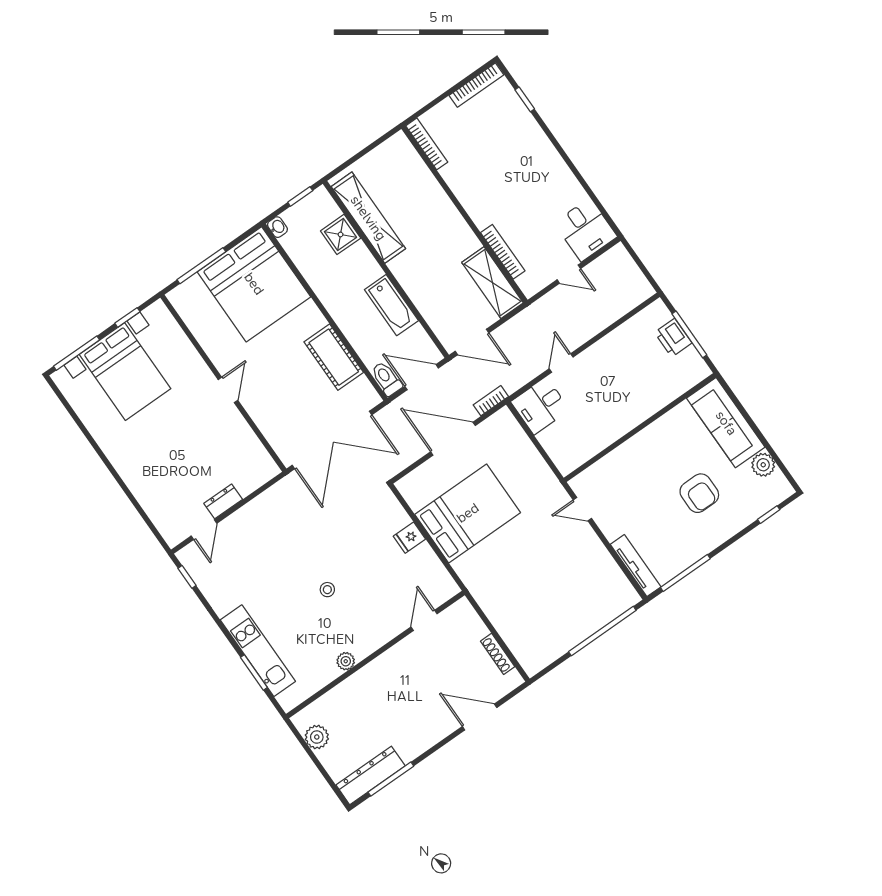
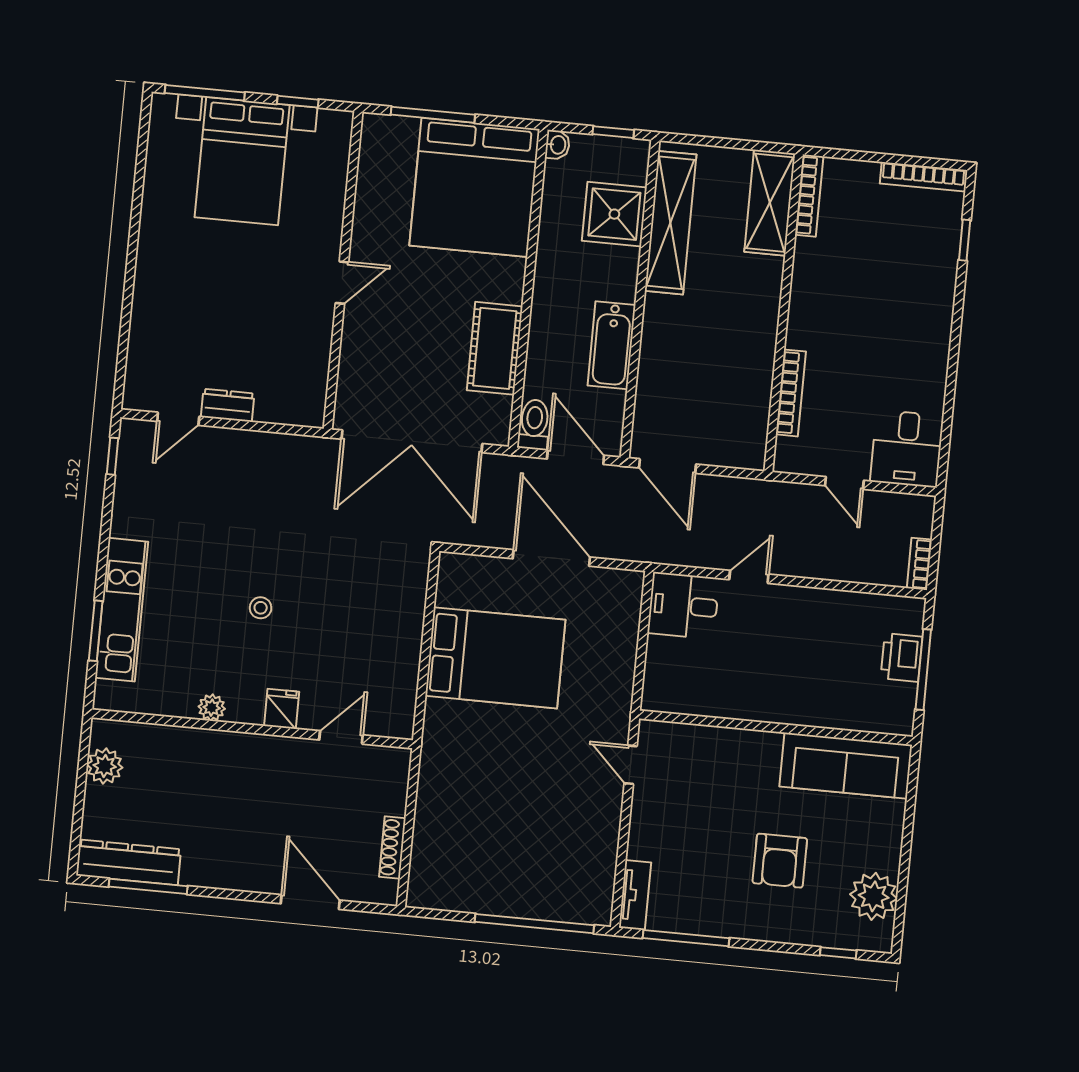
shower: (341, 234) -> (614, 214), width x1.36, depth x1.36
shelving: (493, 283) -> (770, 203), moved
bookcase: (491, 401) -> (919, 564), moved, turned -90
sofa: (726, 423) -> (846, 766), moved, turned -90
plant: (763, 465) -> (874, 896), width x1.36, depth x1.36
fridge: (409, 538) -> (282, 709), moved, turned 90
tv unit: (636, 566) -> (635, 895), width x0.71

